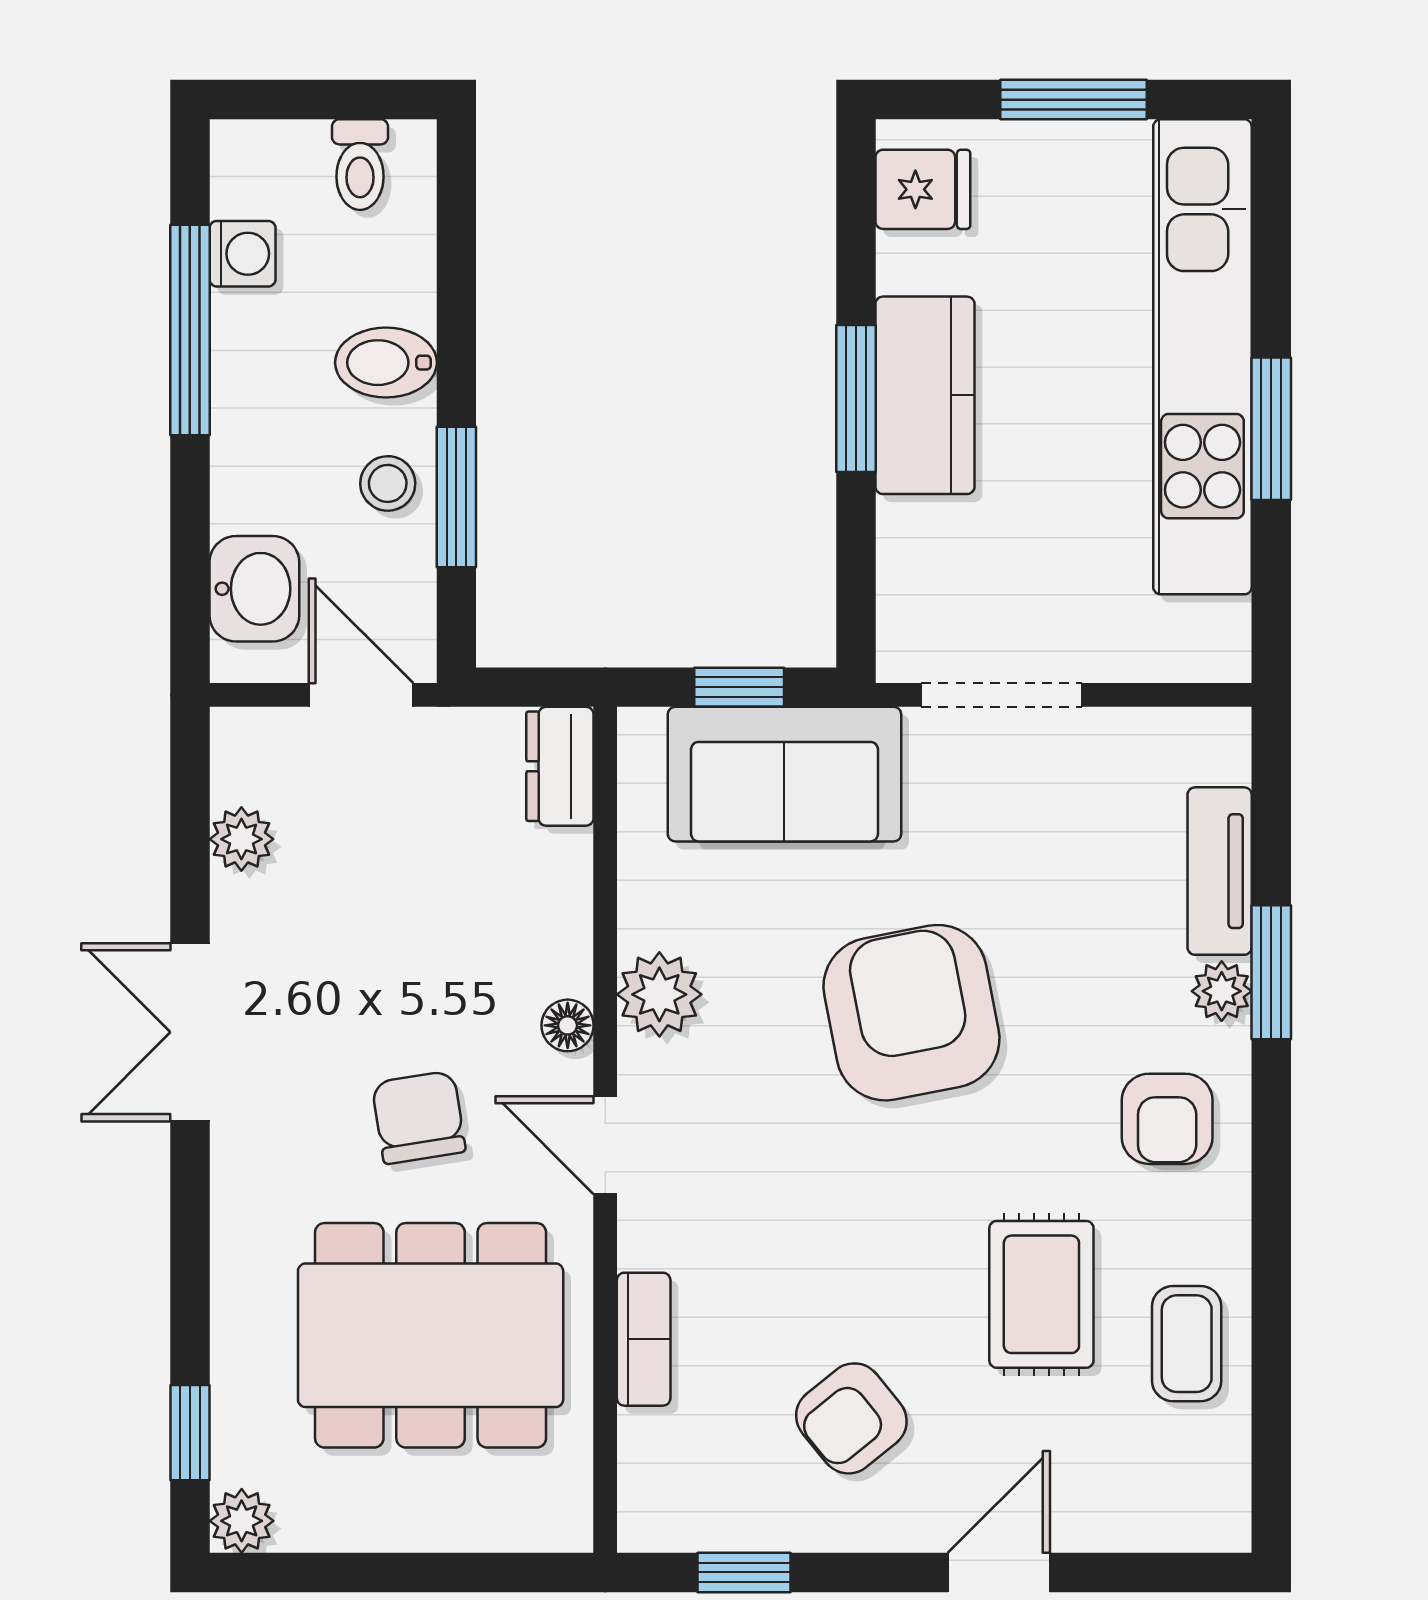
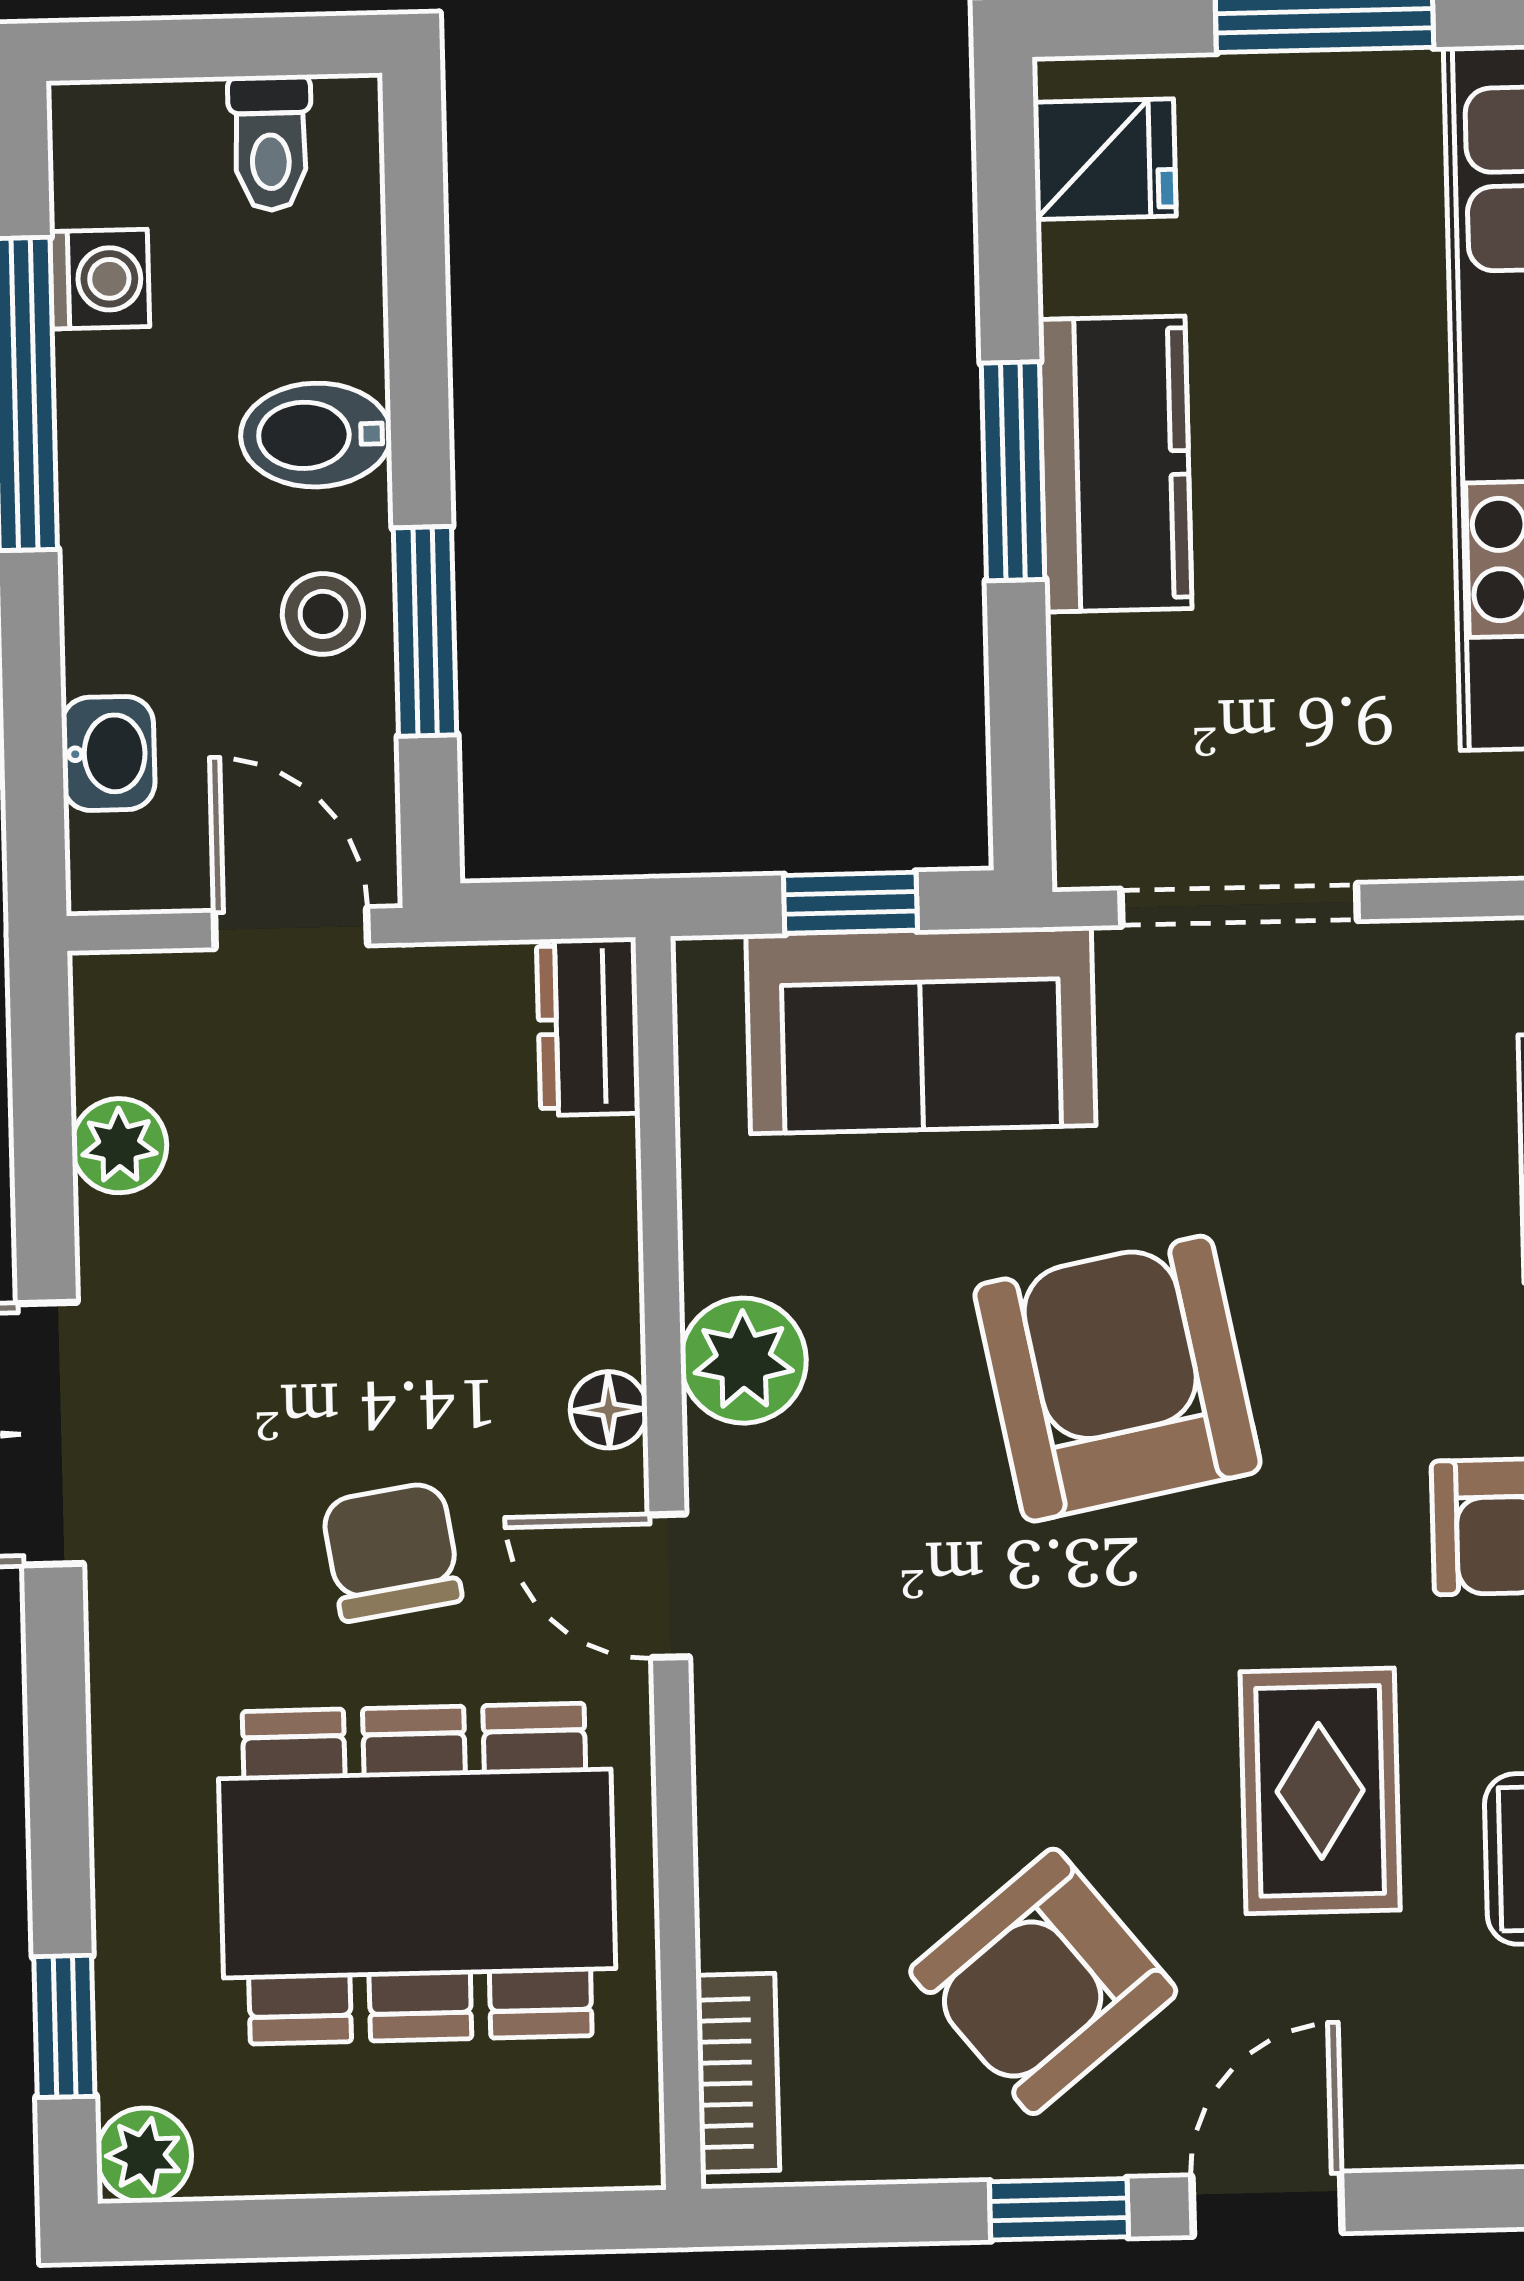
washbasin: (254, 589) -> (108, 753), width x0.72, depth x0.69
bookcase: (644, 1339) -> (738, 2073), moved
armchair: (851, 1418) -> (1043, 1981), width x1.38, depth x1.38
window: (744, 1572) -> (1059, 2209), moved

